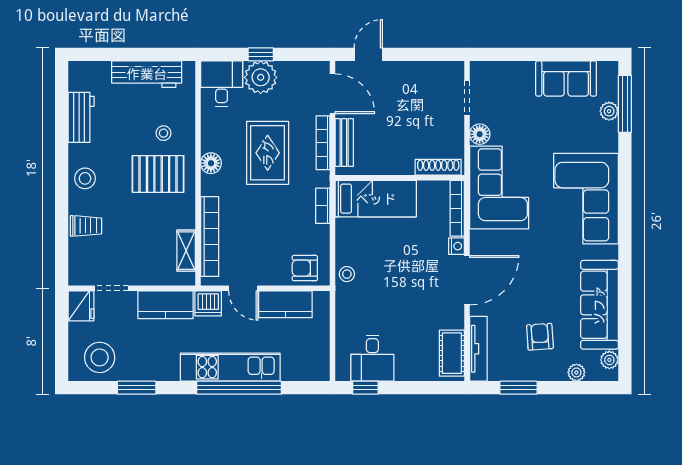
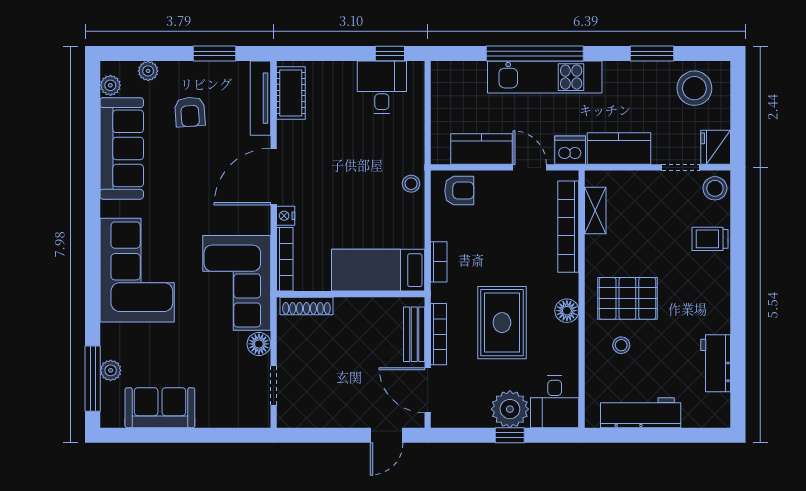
stool: (85, 178) -> (715, 188), moved

